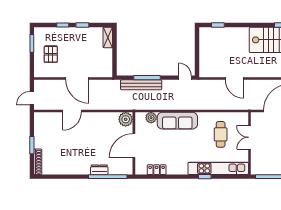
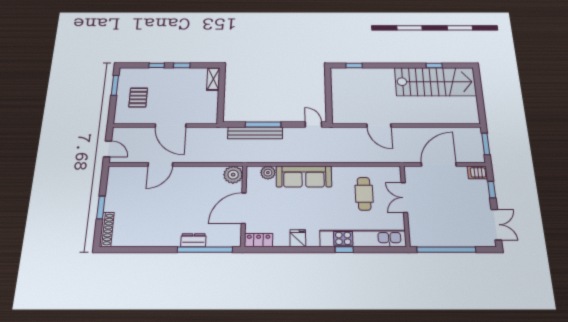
door: (32, 98) -> (108, 149), swing flipped
fridge: (172, 168) -> (298, 238), added
locker: (157, 170) -> (259, 240), moved

